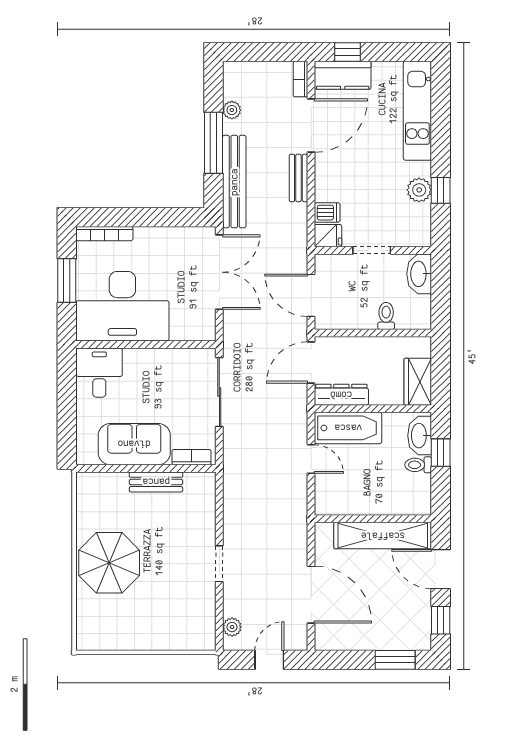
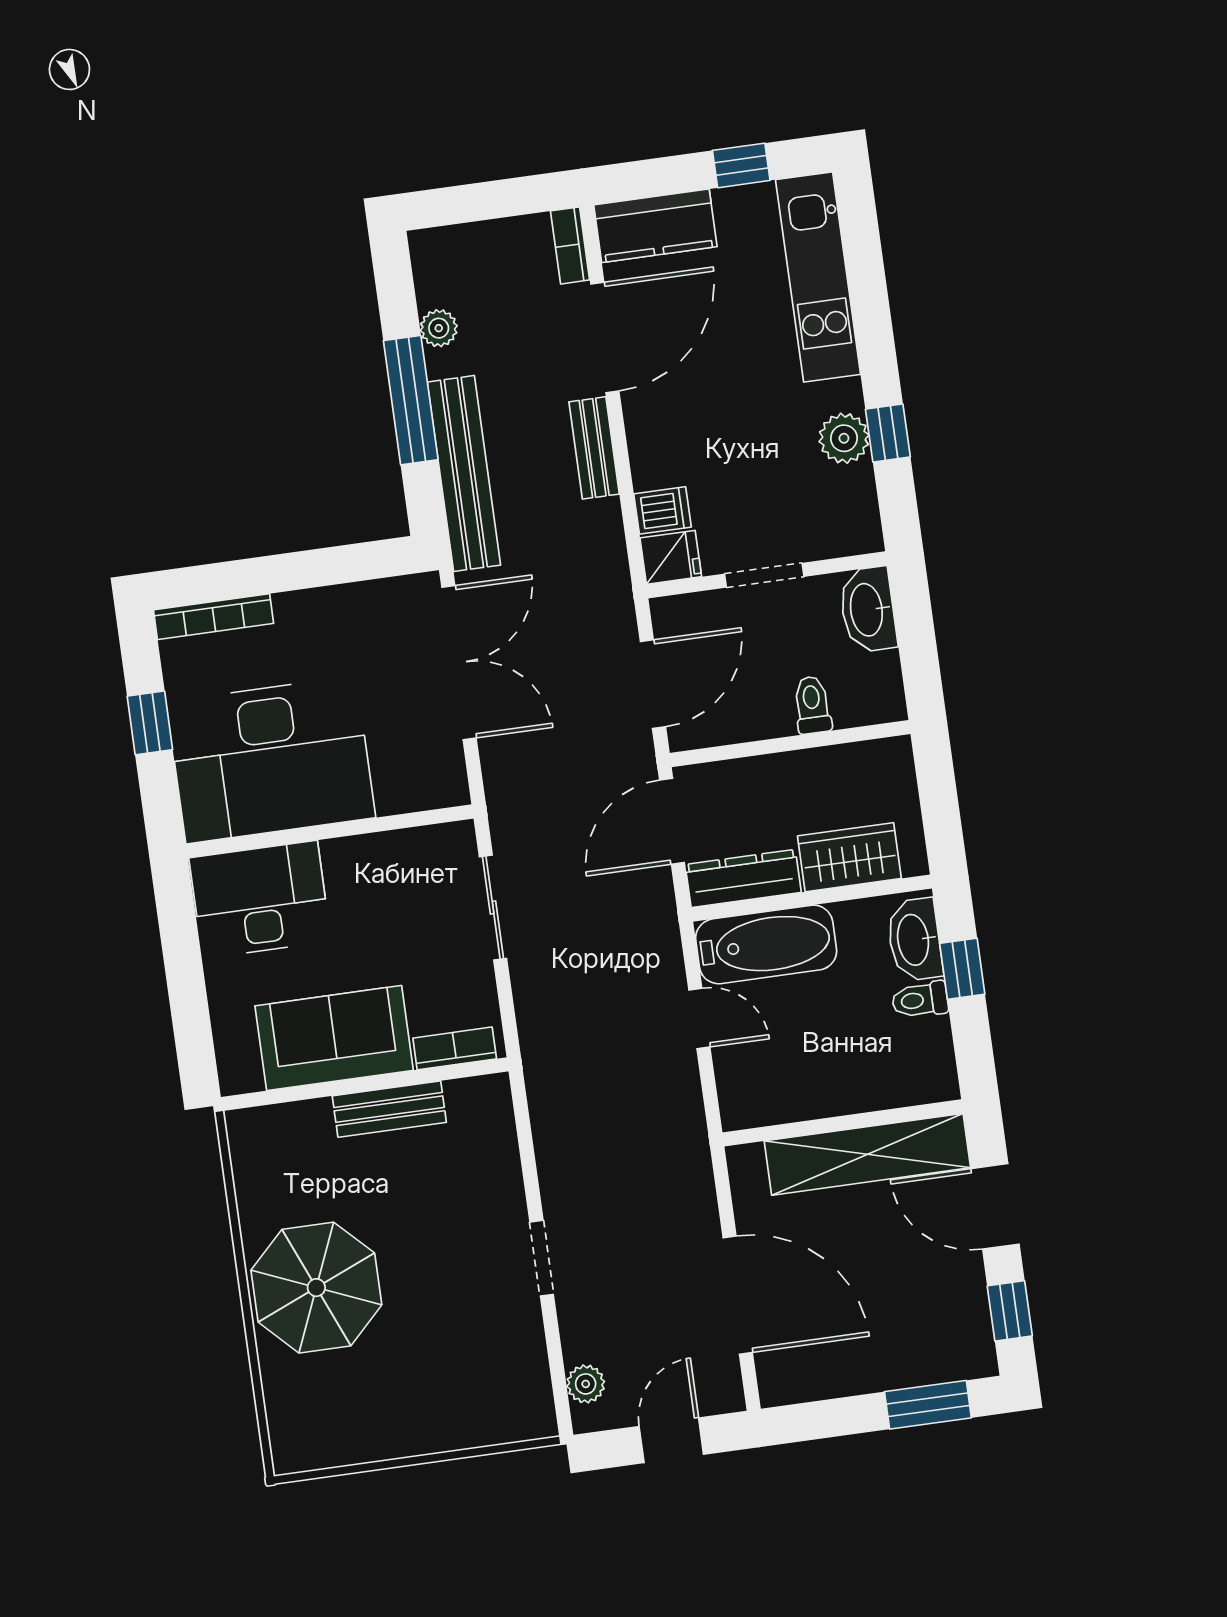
window: (347, 52) -> (741, 165), moved
window: (67, 280) -> (150, 723), width x0.67
door: (311, 295) -> (653, 684), swing flipped
desk: (99, 373) -> (260, 900), width x1.37
wardrobe: (418, 382) -> (849, 857), moved, turned 90
sliding door: (219, 392) -> (493, 908), width x0.73

